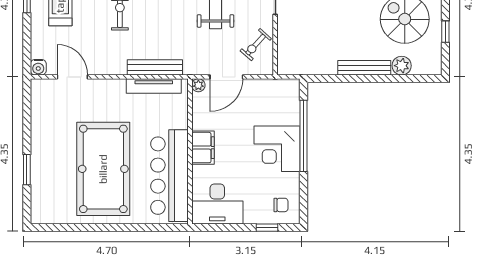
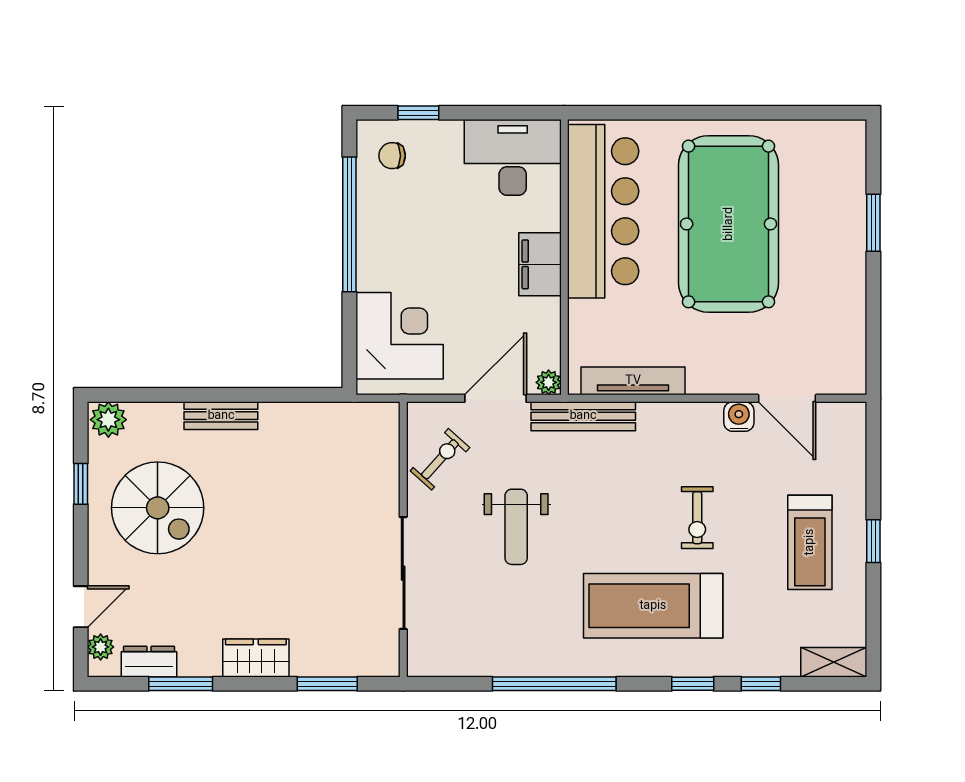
plant: (402, 66) -> (108, 420), moved
water cooler: (38, 67) -> (739, 417), moved
bench: (155, 67) -> (583, 416), moved
bench: (364, 68) -> (221, 416), width x0.73
window: (303, 136) -> (349, 224), moved
corner desk: (277, 149) -> (400, 336), moved

